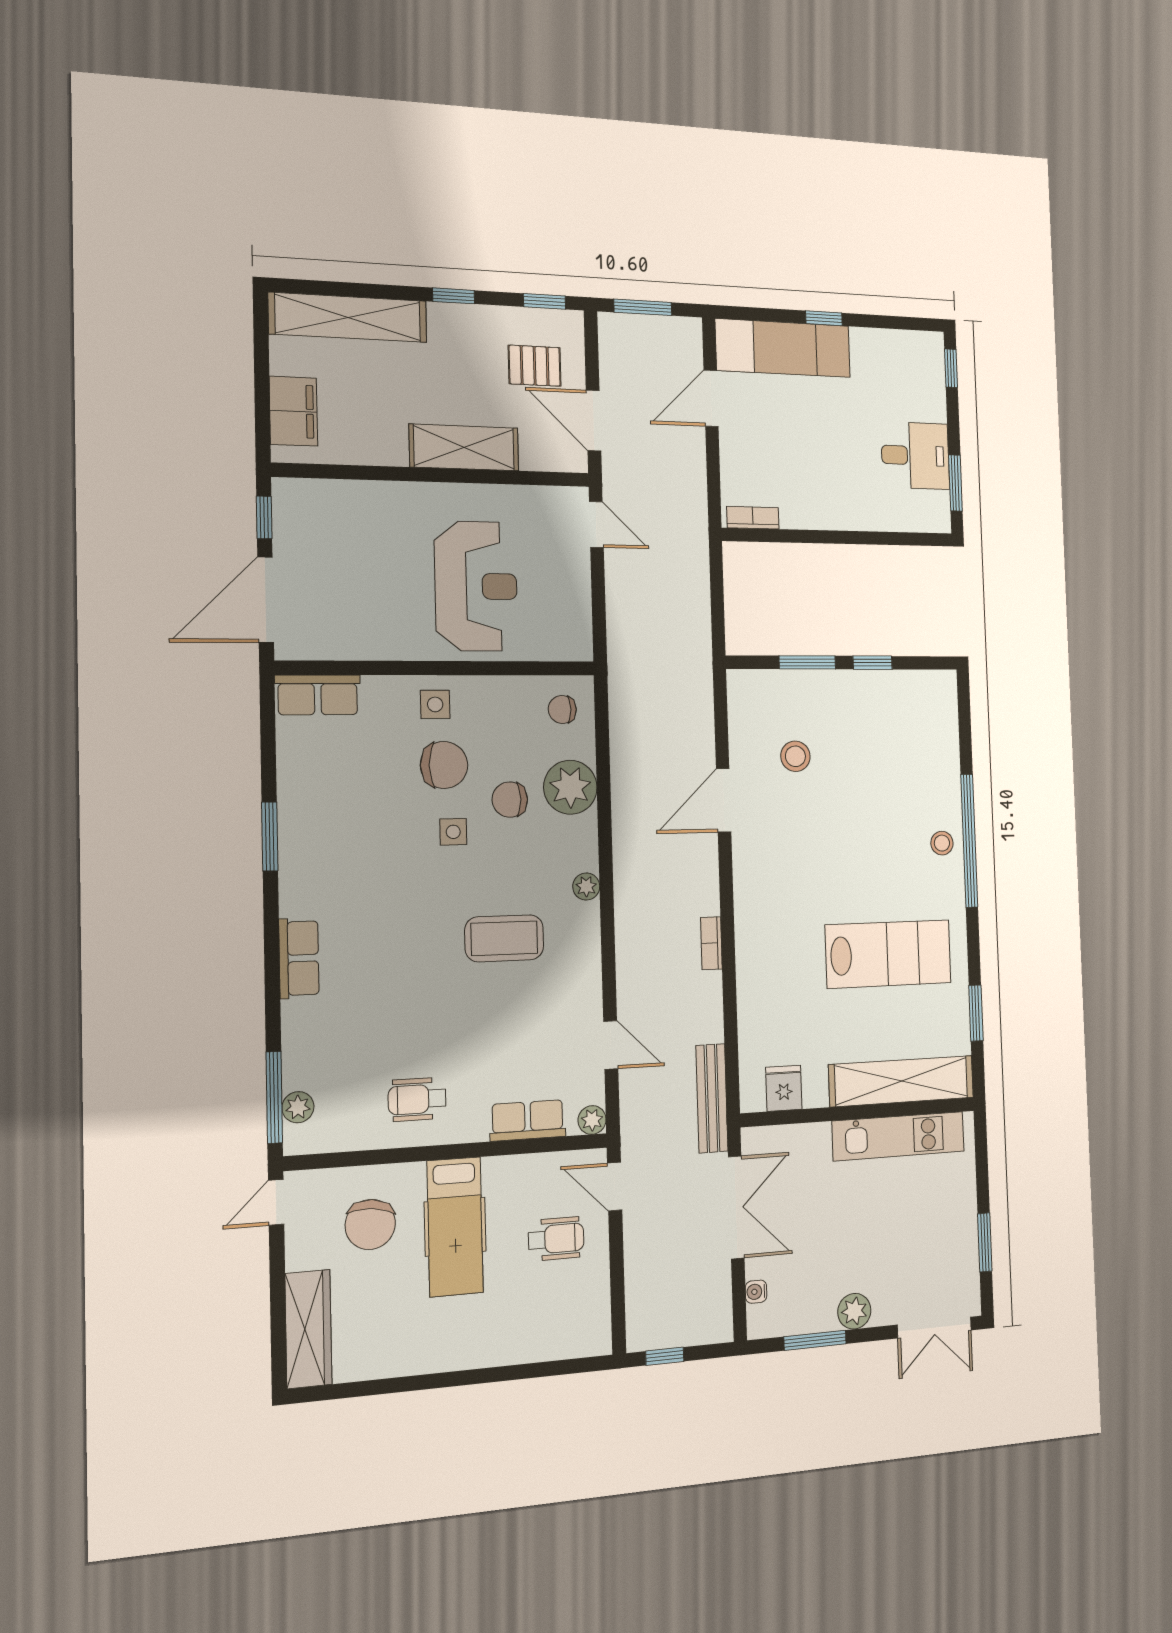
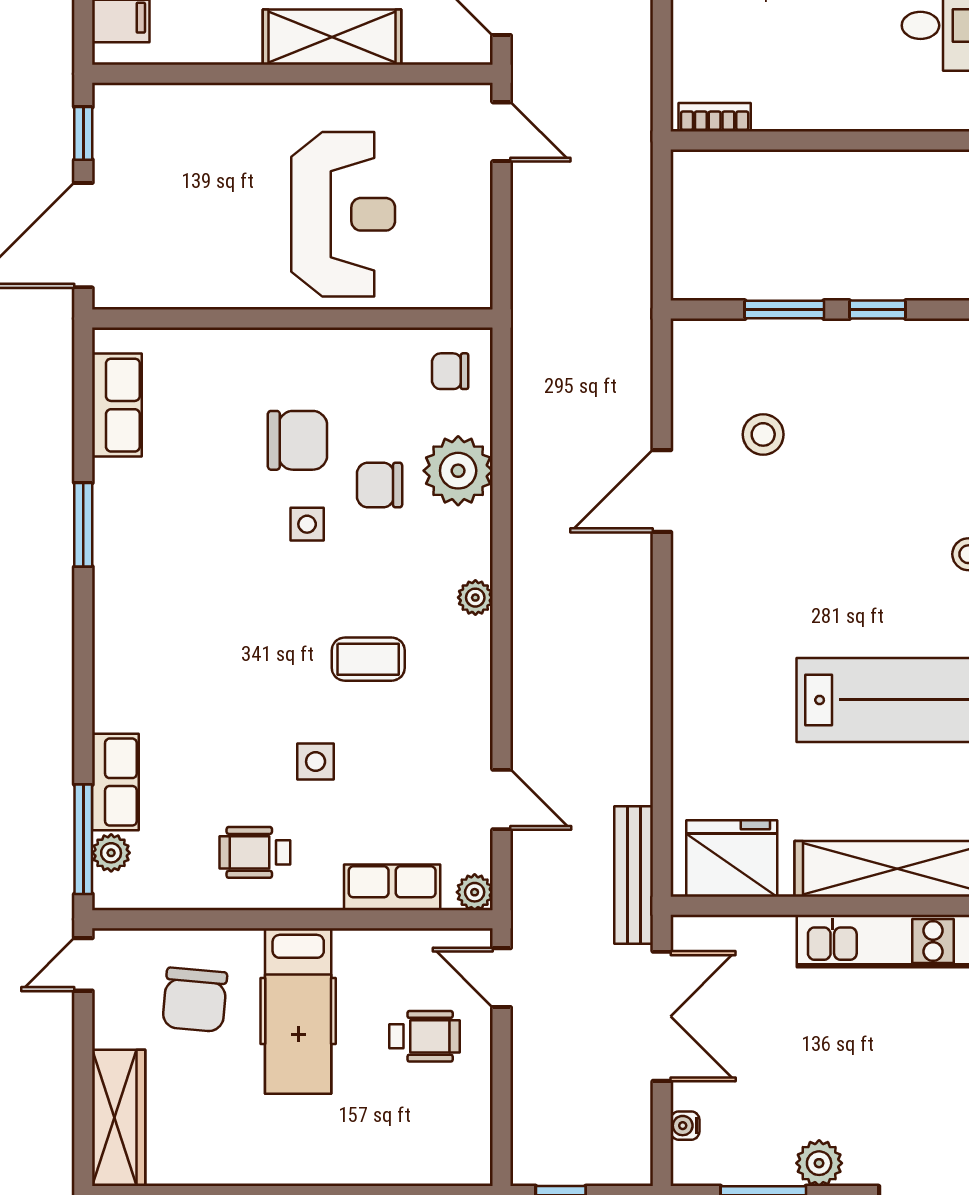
row of seats: (318, 695) -> (117, 405), moved, turned -90
side table: (435, 704) -> (316, 762), moved
coffee table: (504, 938) -> (368, 659), width x0.73, depth x0.77
bookcase: (711, 943) -> (639, 676), removed
row of seats: (299, 958) -> (115, 782), moved
fridge: (784, 1088) -> (732, 859), width x1.88, depth x1.34

